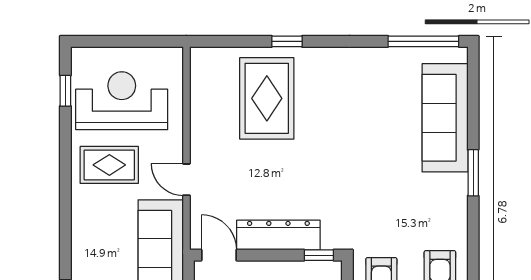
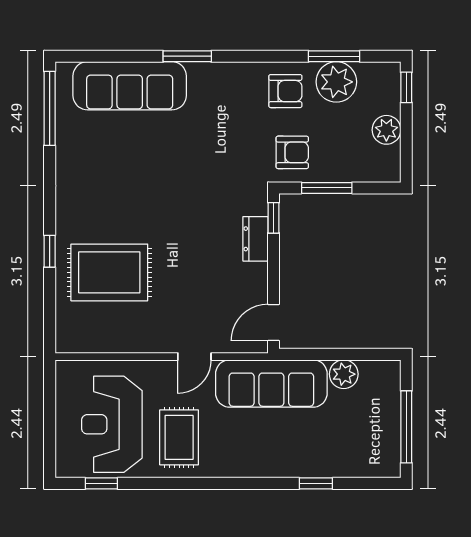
dresser: (278, 235) -> (256, 239), width x0.51, depth x0.80

